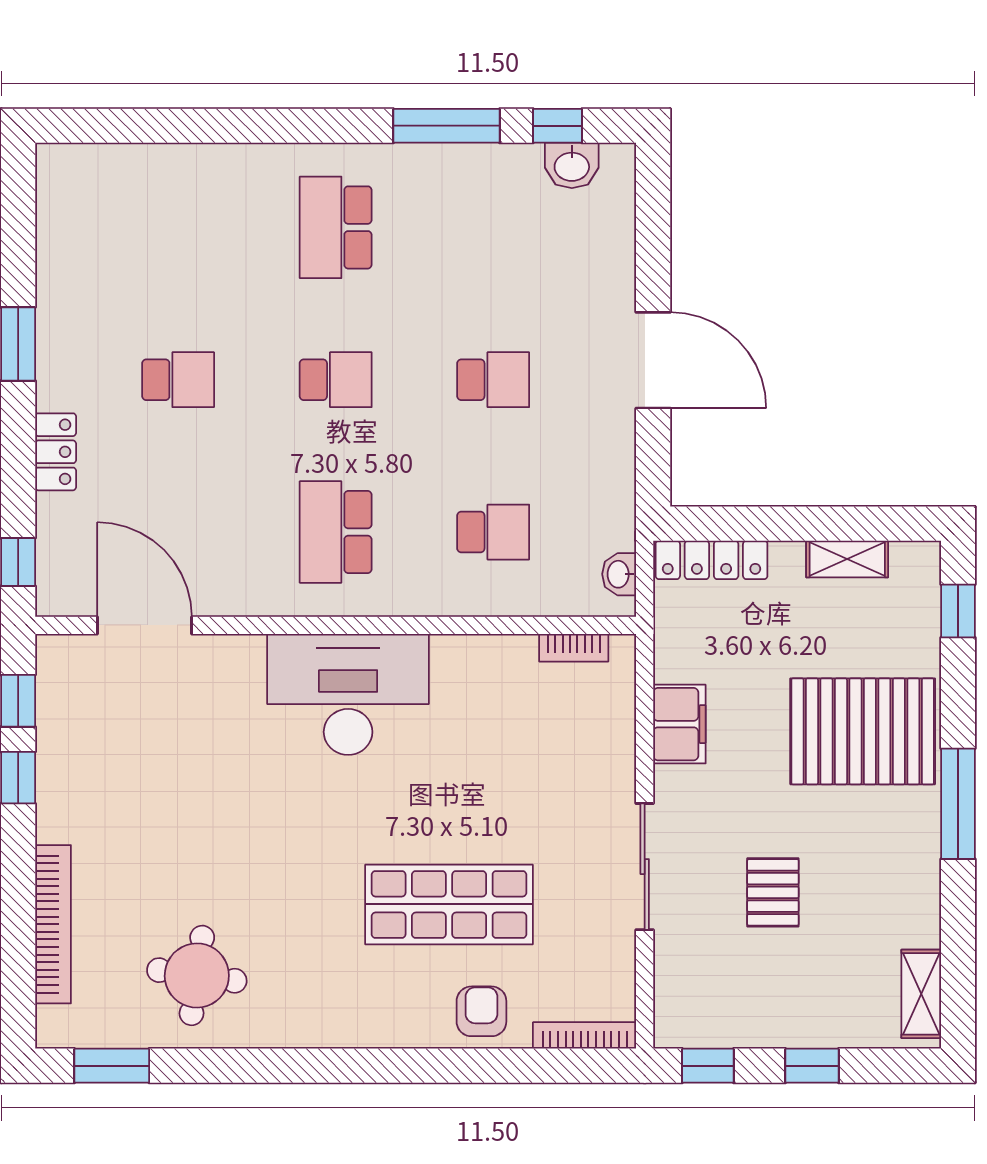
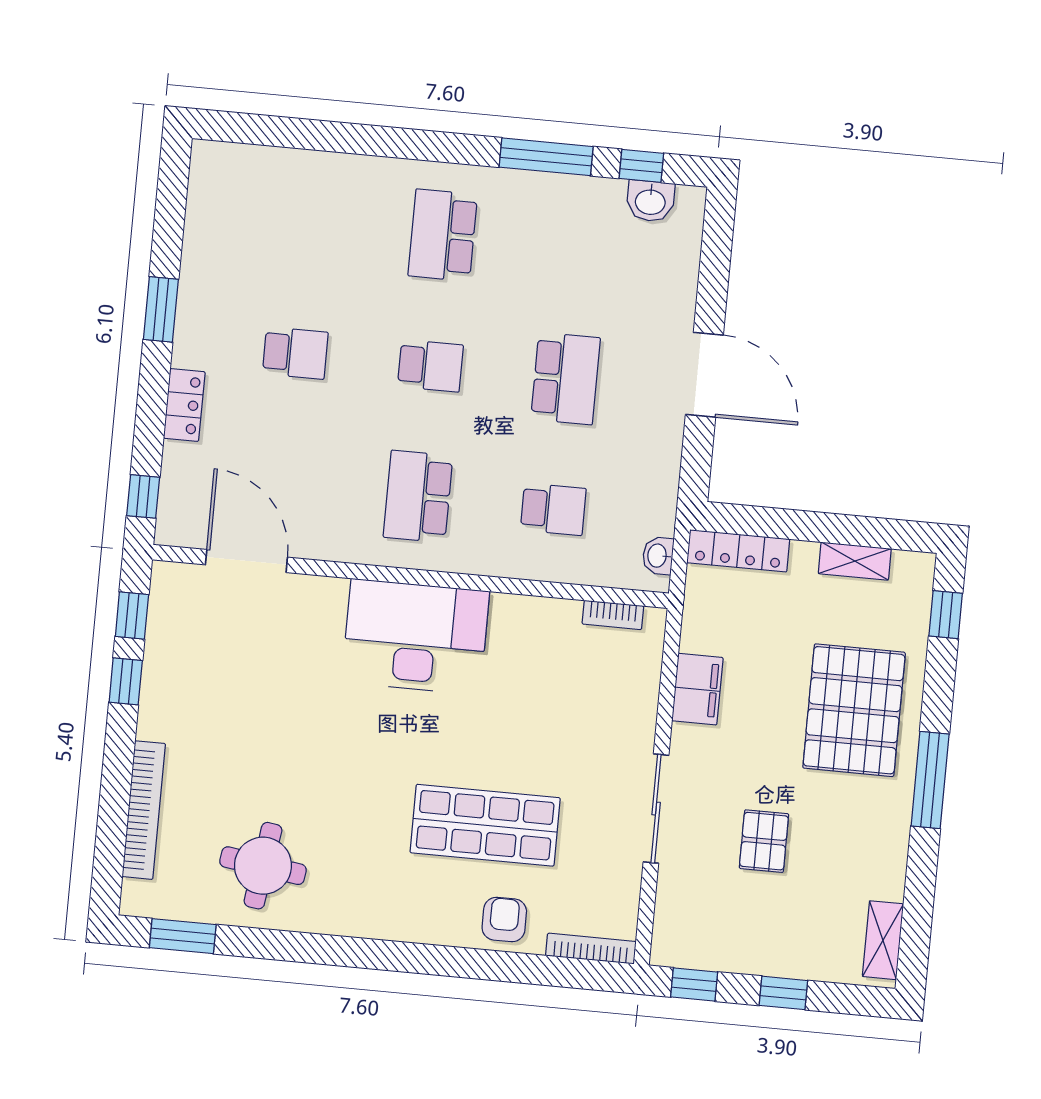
school desk: (493, 380) -> (566, 379), width x1.85
pallet: (863, 731) -> (854, 710), turned 90

